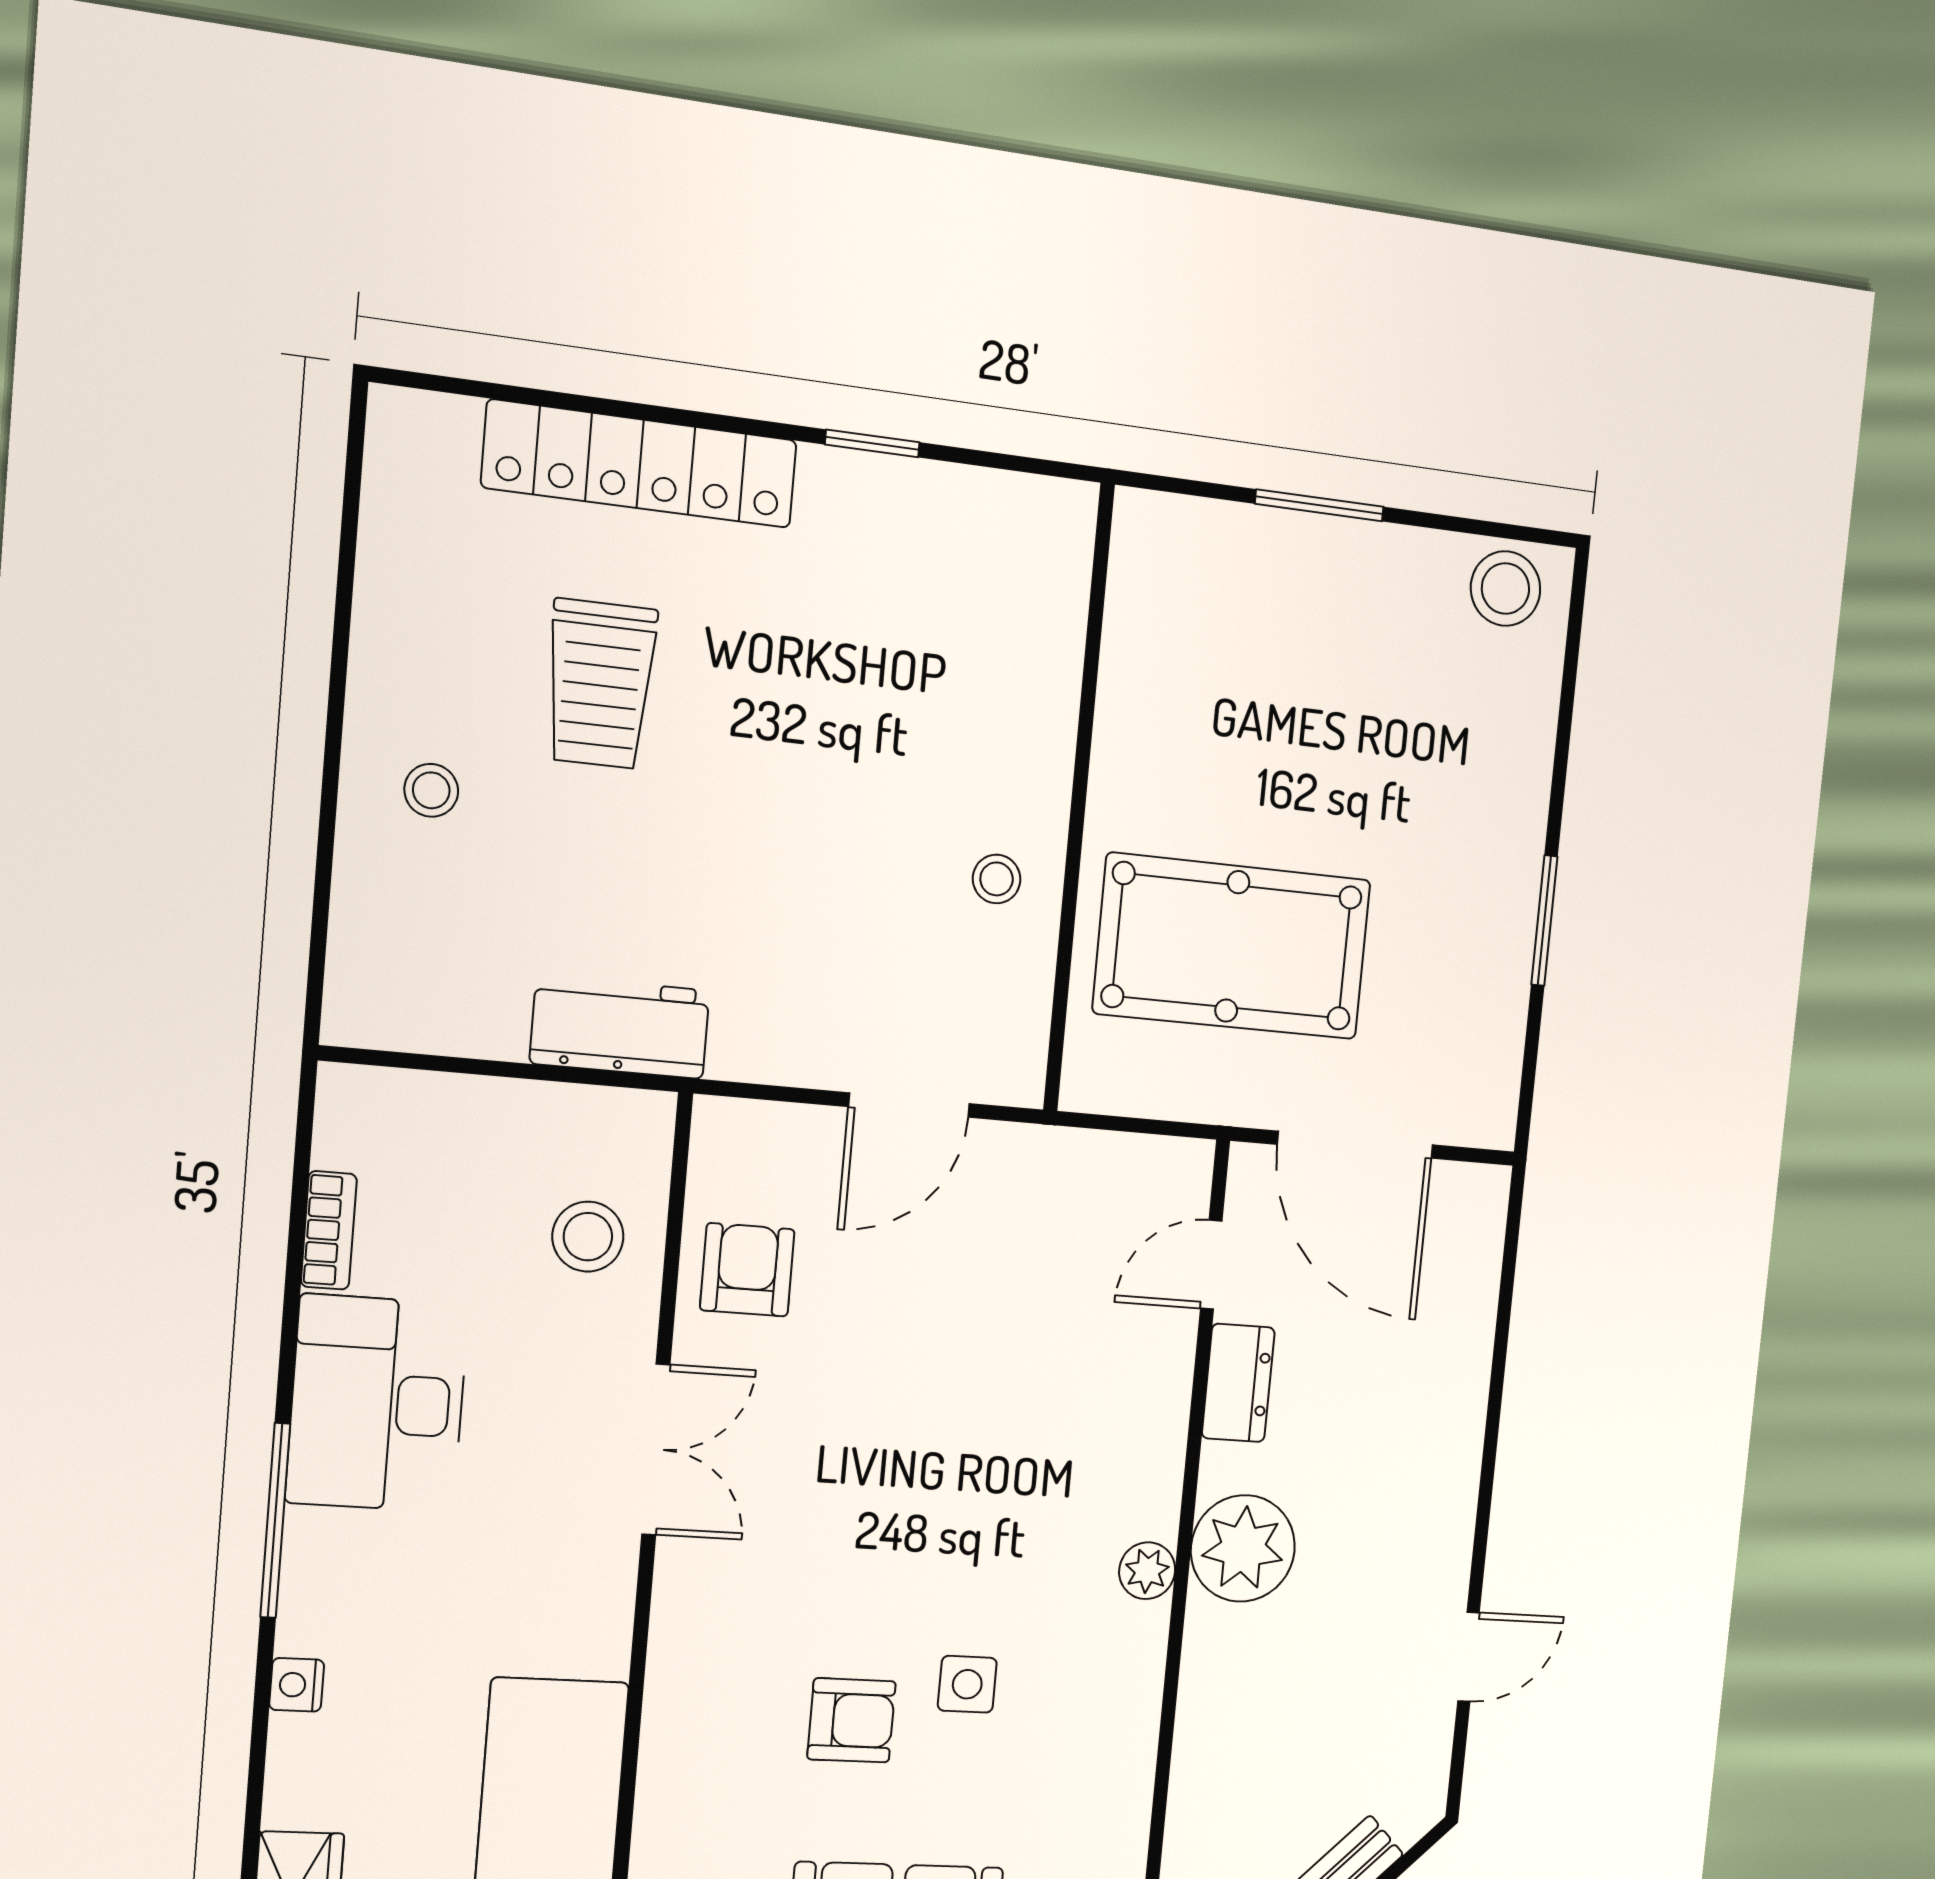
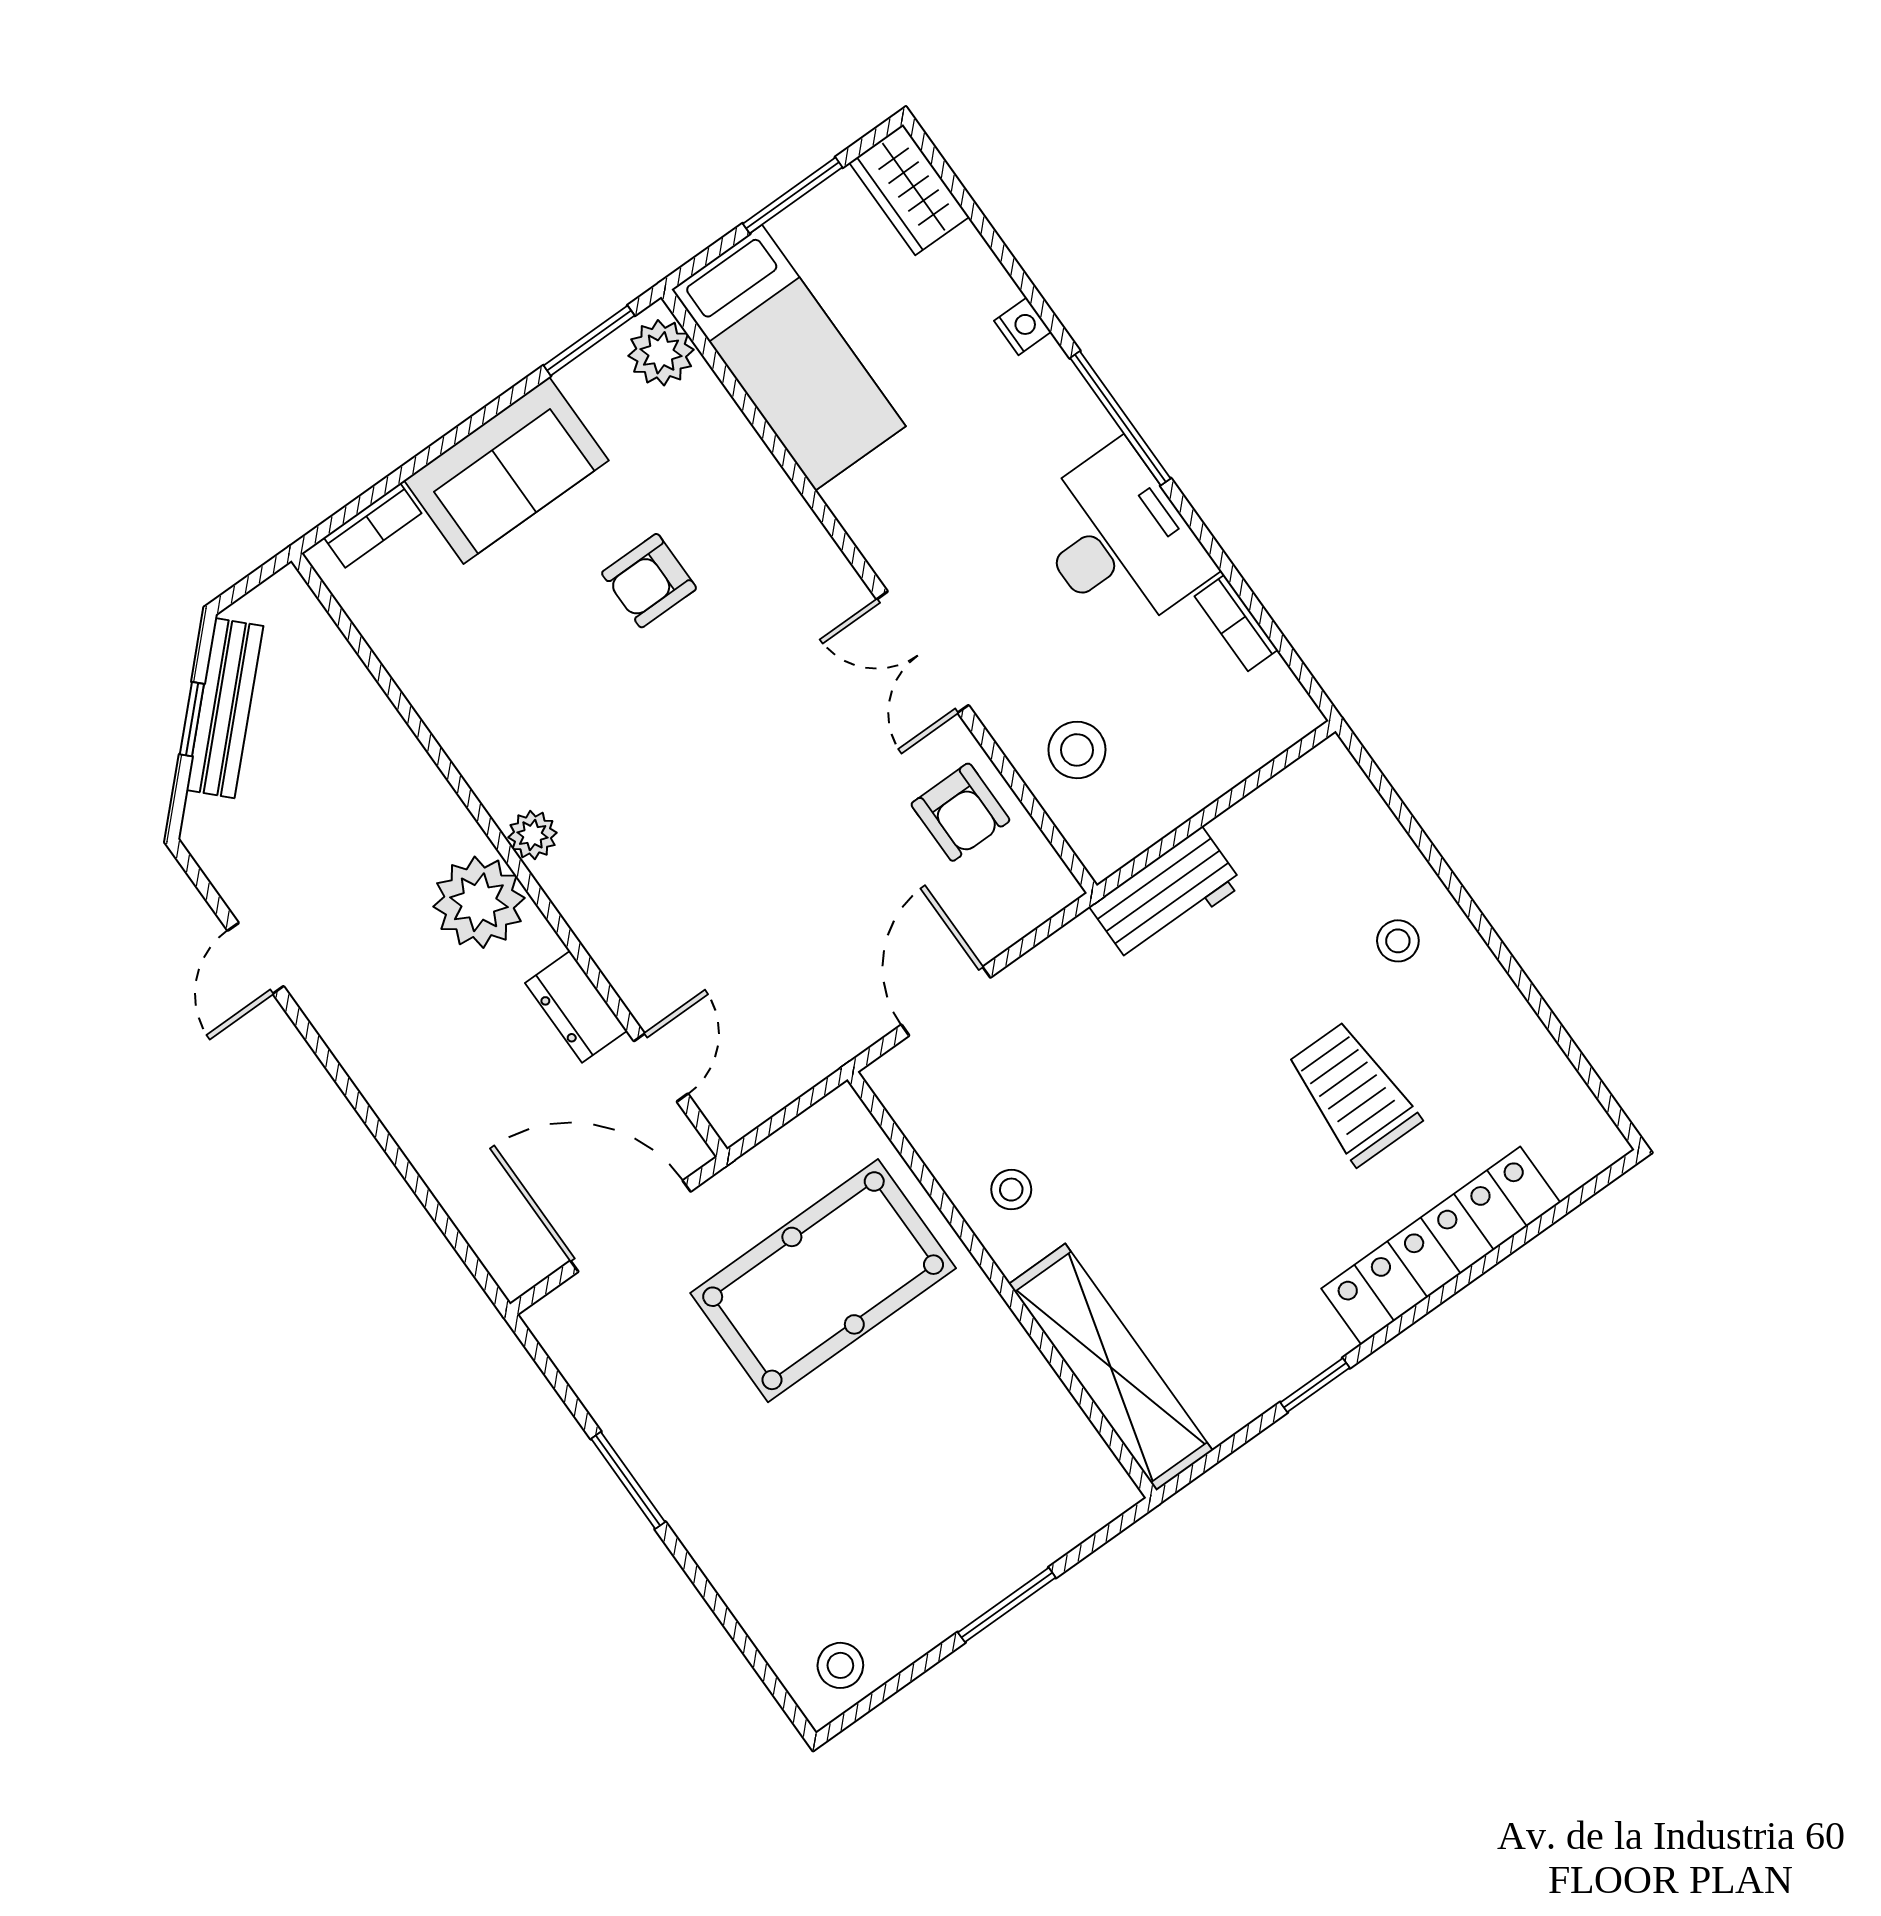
stool: (1505, 588) -> (840, 1665), width x0.73, depth x0.73
shelving: (1045, 634) -> (1111, 1367), added
side table: (967, 1684) -> (591, 665), removed

